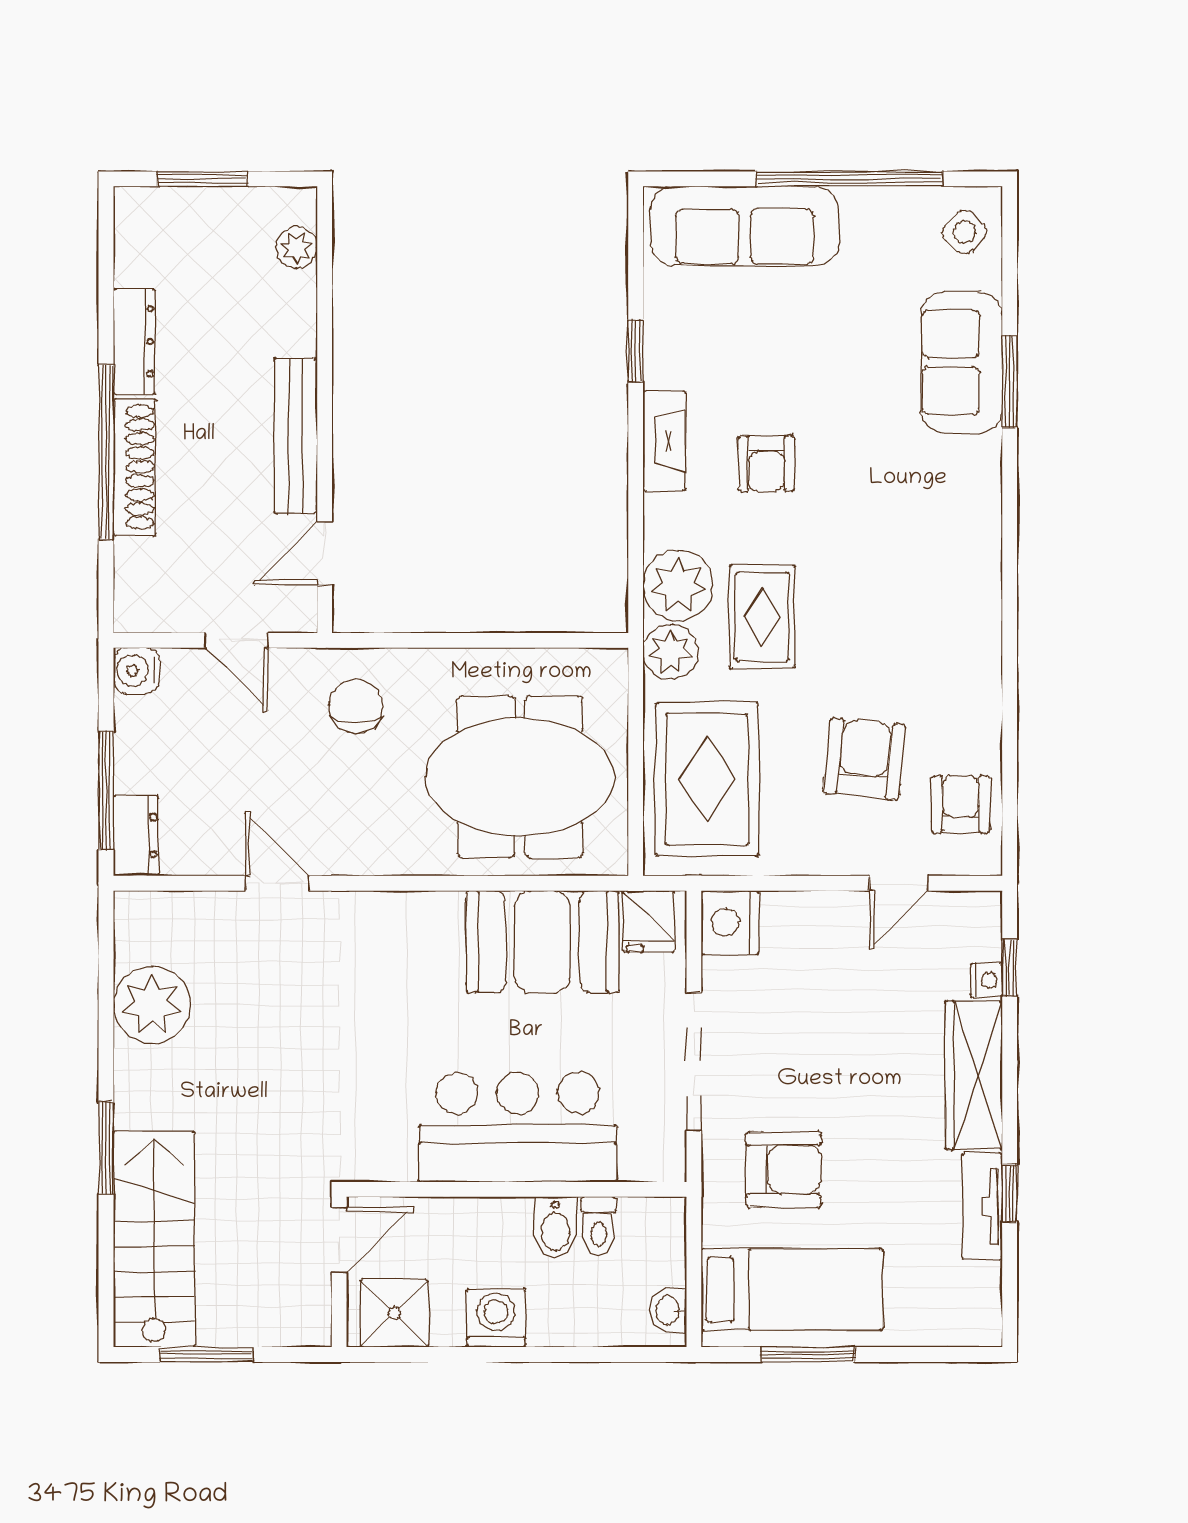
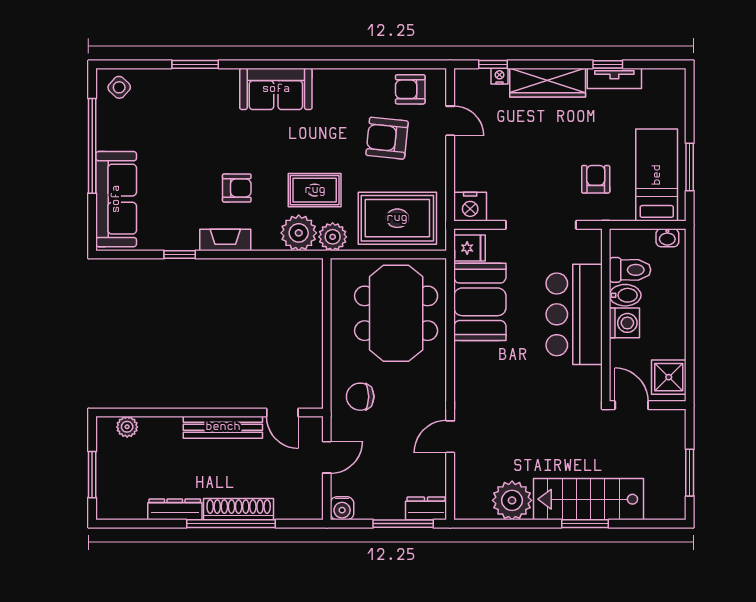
sofa: (961, 362) -> (276, 89), moved
armchair: (784, 1170) -> (596, 179), width x0.72, depth x0.72
toilet: (599, 1226) -> (630, 270), width x1.37, depth x1.39
stairs: (154, 1239) -> (588, 499), moved
washing machine: (496, 1318) -> (624, 323), moved, turned 180

